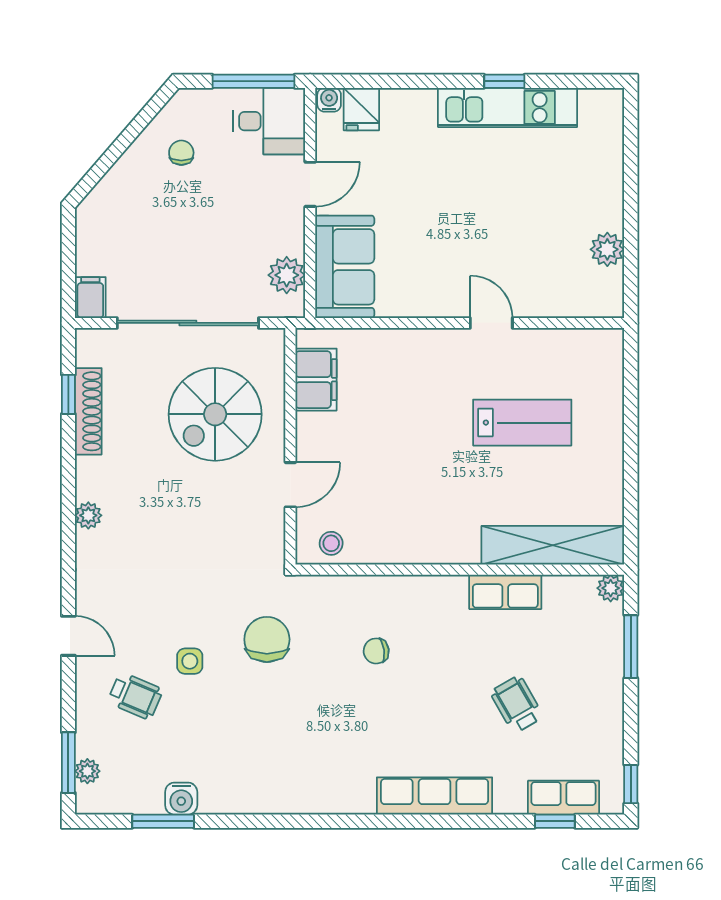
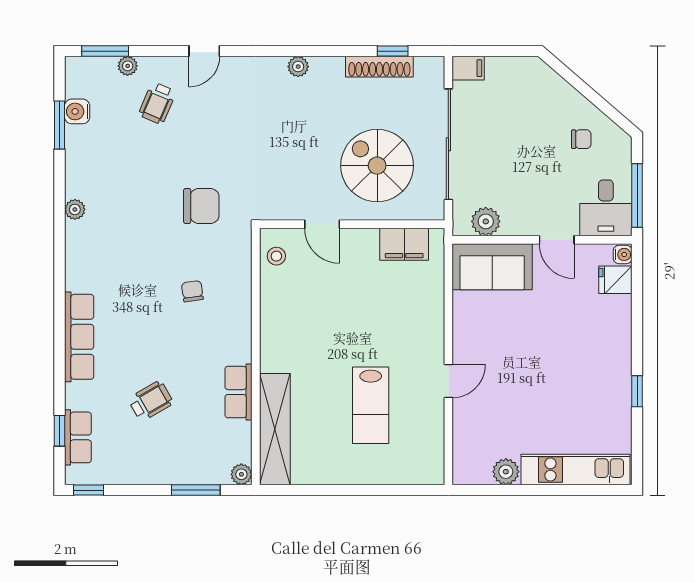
kitchen unit: (508, 107) -> (575, 470), moved, turned 90
side table: (190, 661) -> (184, 146), removed
plant: (87, 771) -> (128, 66), moved
water cooler: (181, 799) -> (77, 111), moved
plant: (271, 801) -> (75, 209), added

